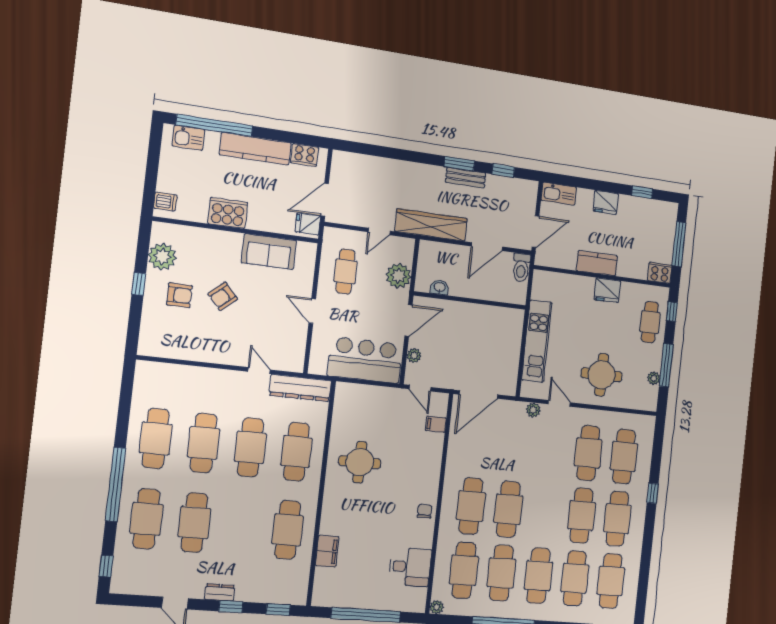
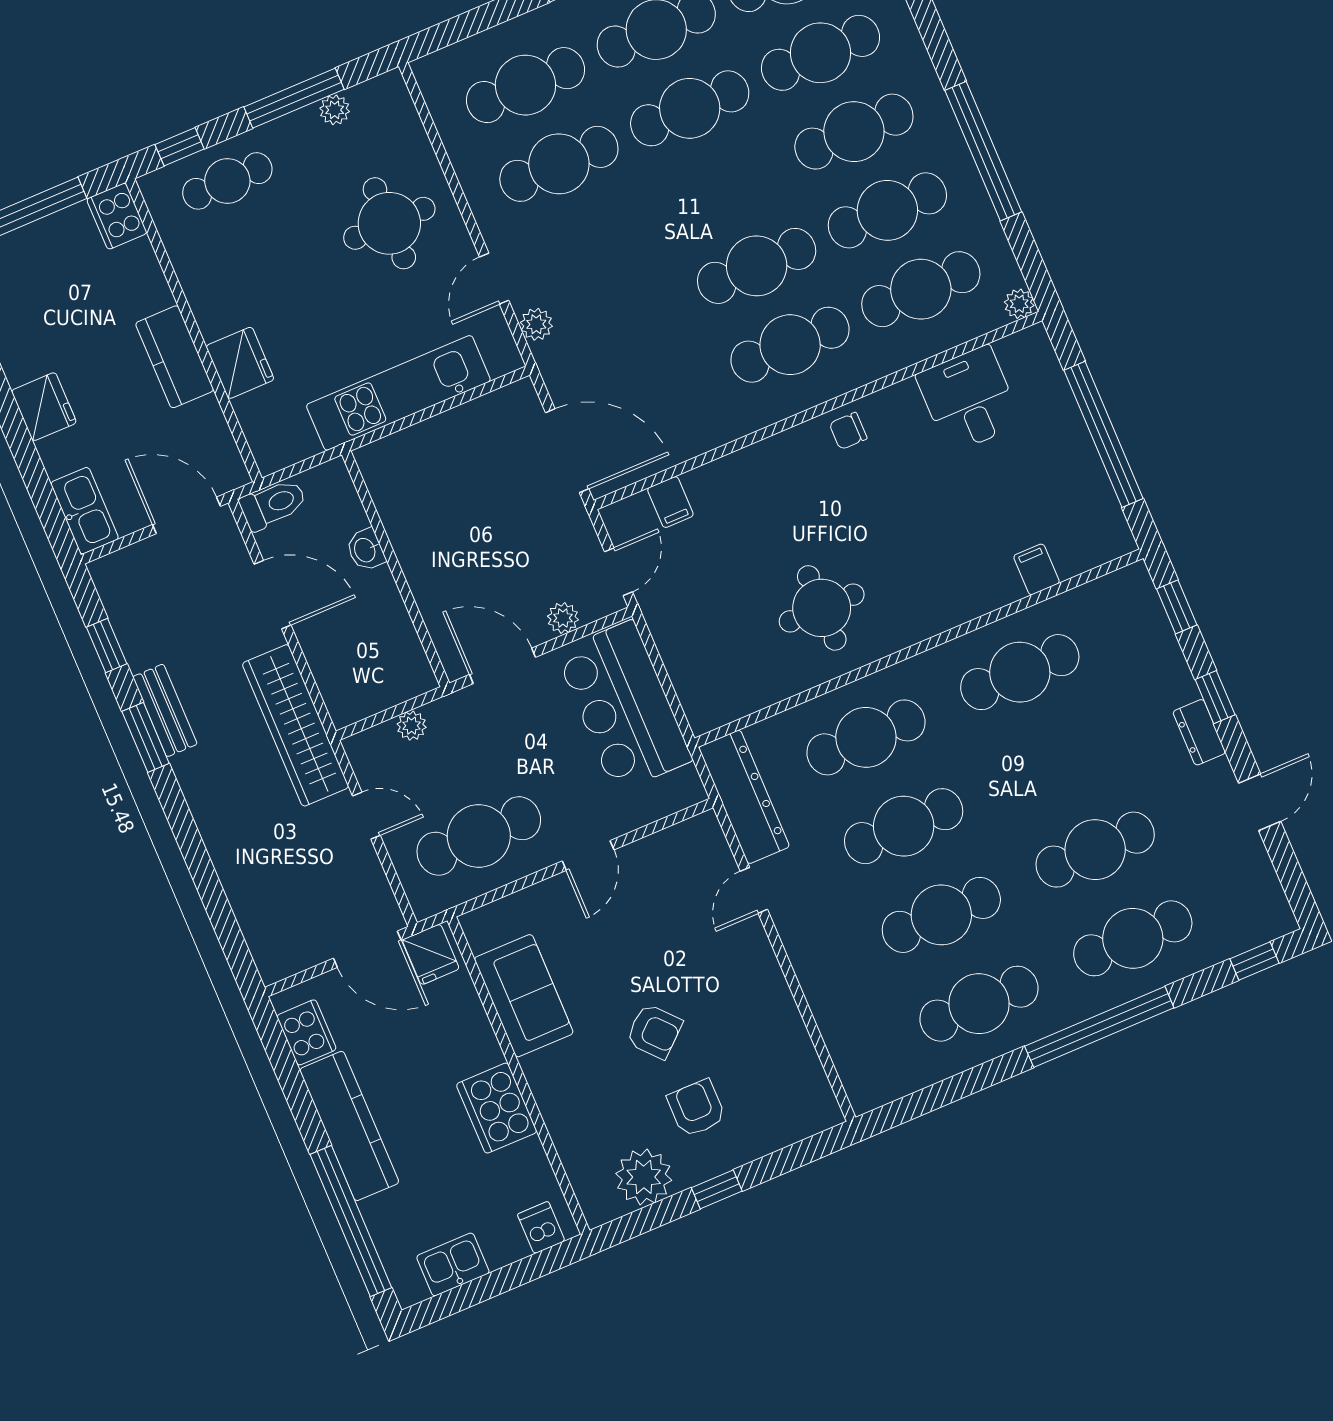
kitchen sink: (188, 138) -> (453, 1264), moved, turned -90
cafe table: (345, 271) -> (479, 836), width x1.37, depth x1.35
plant: (399, 276) -> (412, 726), width x0.53, depth x0.53
washbasin: (440, 287) -> (366, 550), moved
fridge: (607, 290) -> (240, 363), moved
filing cabinet: (327, 551) -> (1036, 569), width x0.50

